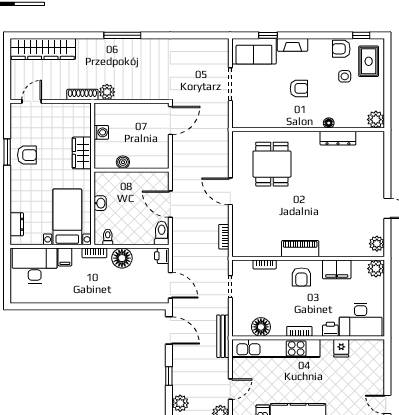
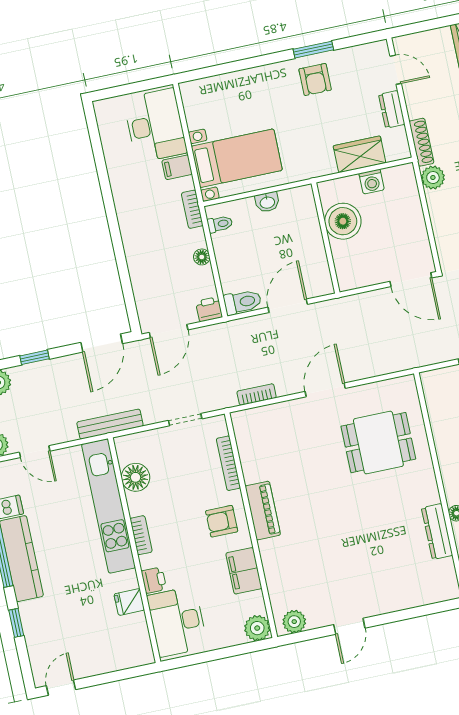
wardrobe: (82, 153) -> (360, 154), moved
boiler: (123, 162) -> (343, 221), width x1.86, depth x1.86
dresser: (17, 224) -> (392, 109), moved, turned 90
floor lamp: (122, 258) -> (202, 257), width x0.53, depth x0.53
bookcase: (265, 265) -> (228, 463), width x1.56

